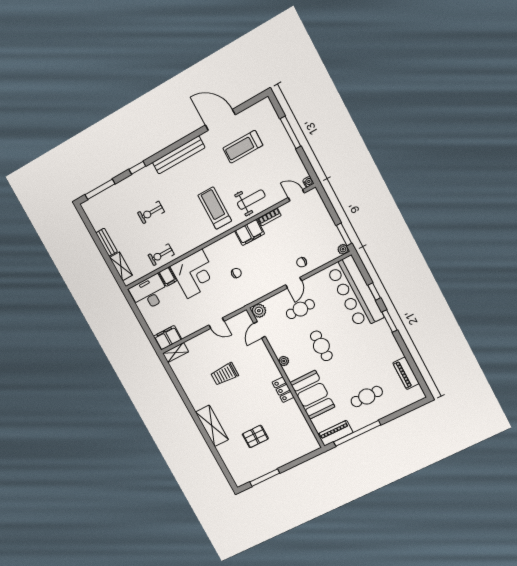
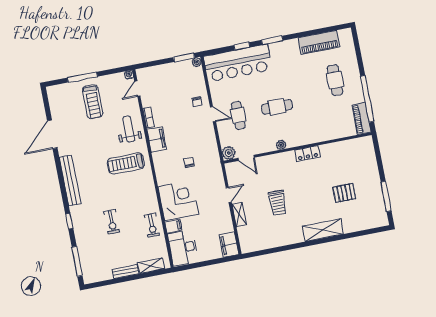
treadmill: (243, 147) -> (93, 102), moved
shelving: (176, 352) -> (239, 214), moved
piano: (406, 373) -> (319, 42), width x1.37, depth x1.33
booth: (312, 395) -> (320, 128), removed
pallet: (255, 436) -> (344, 193), turned 90

